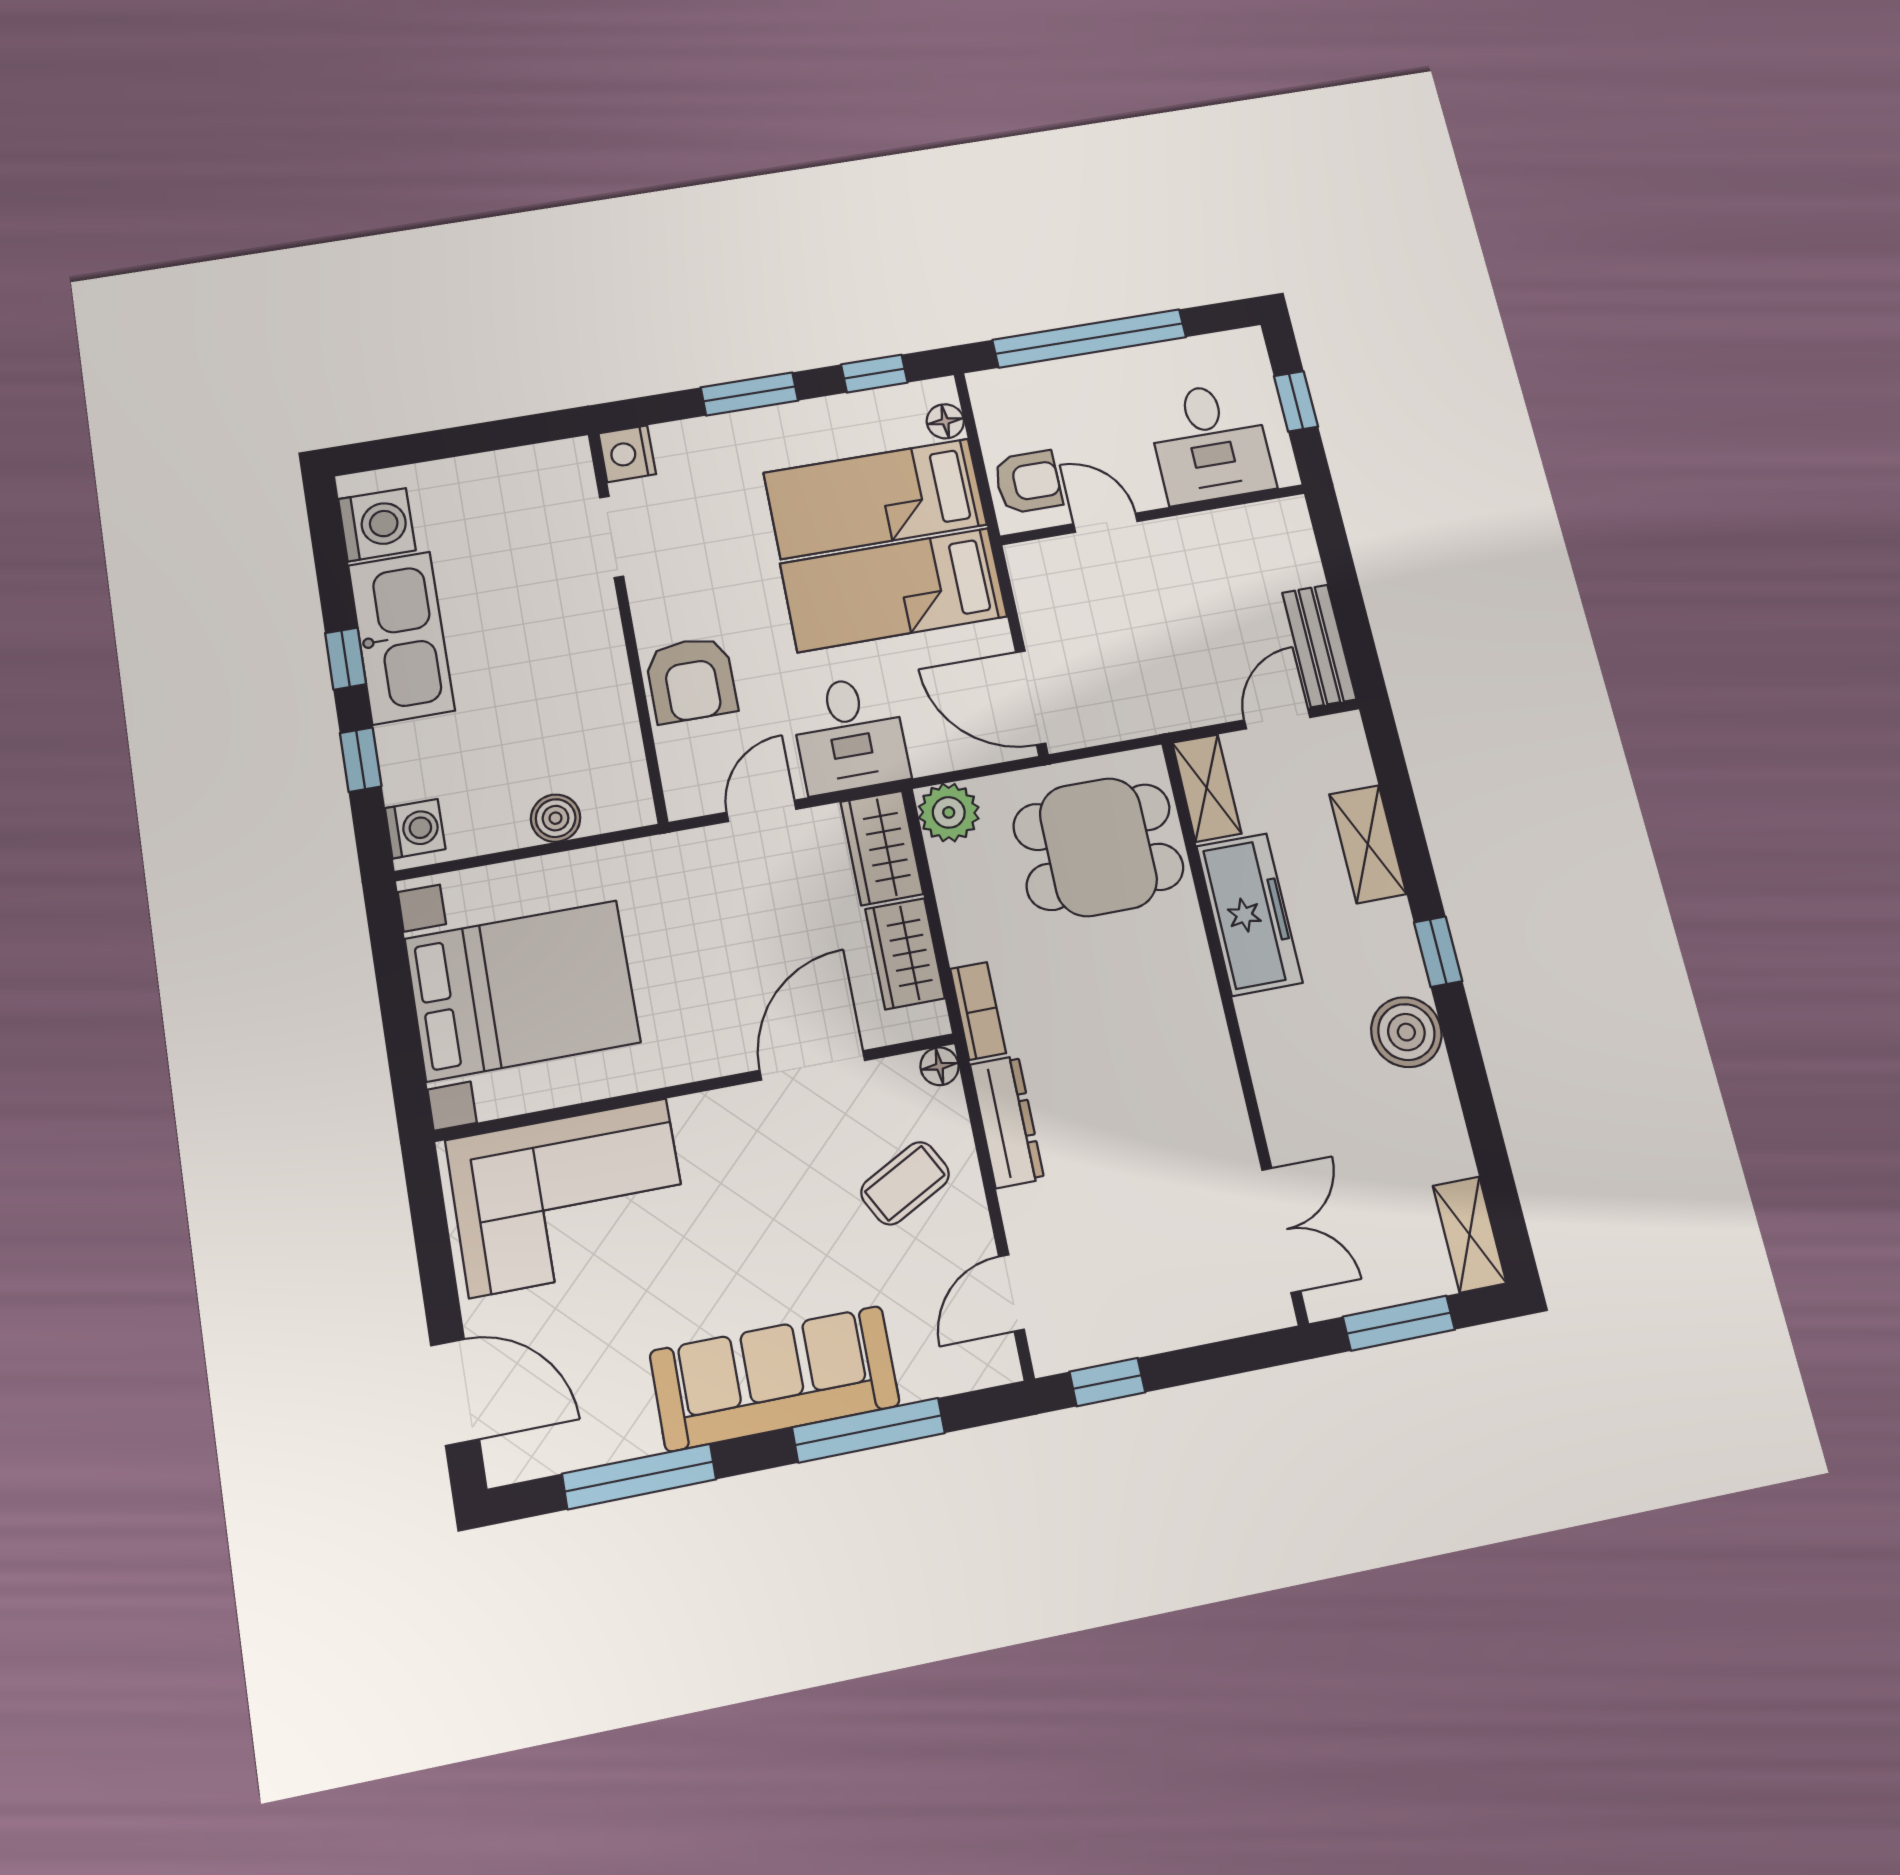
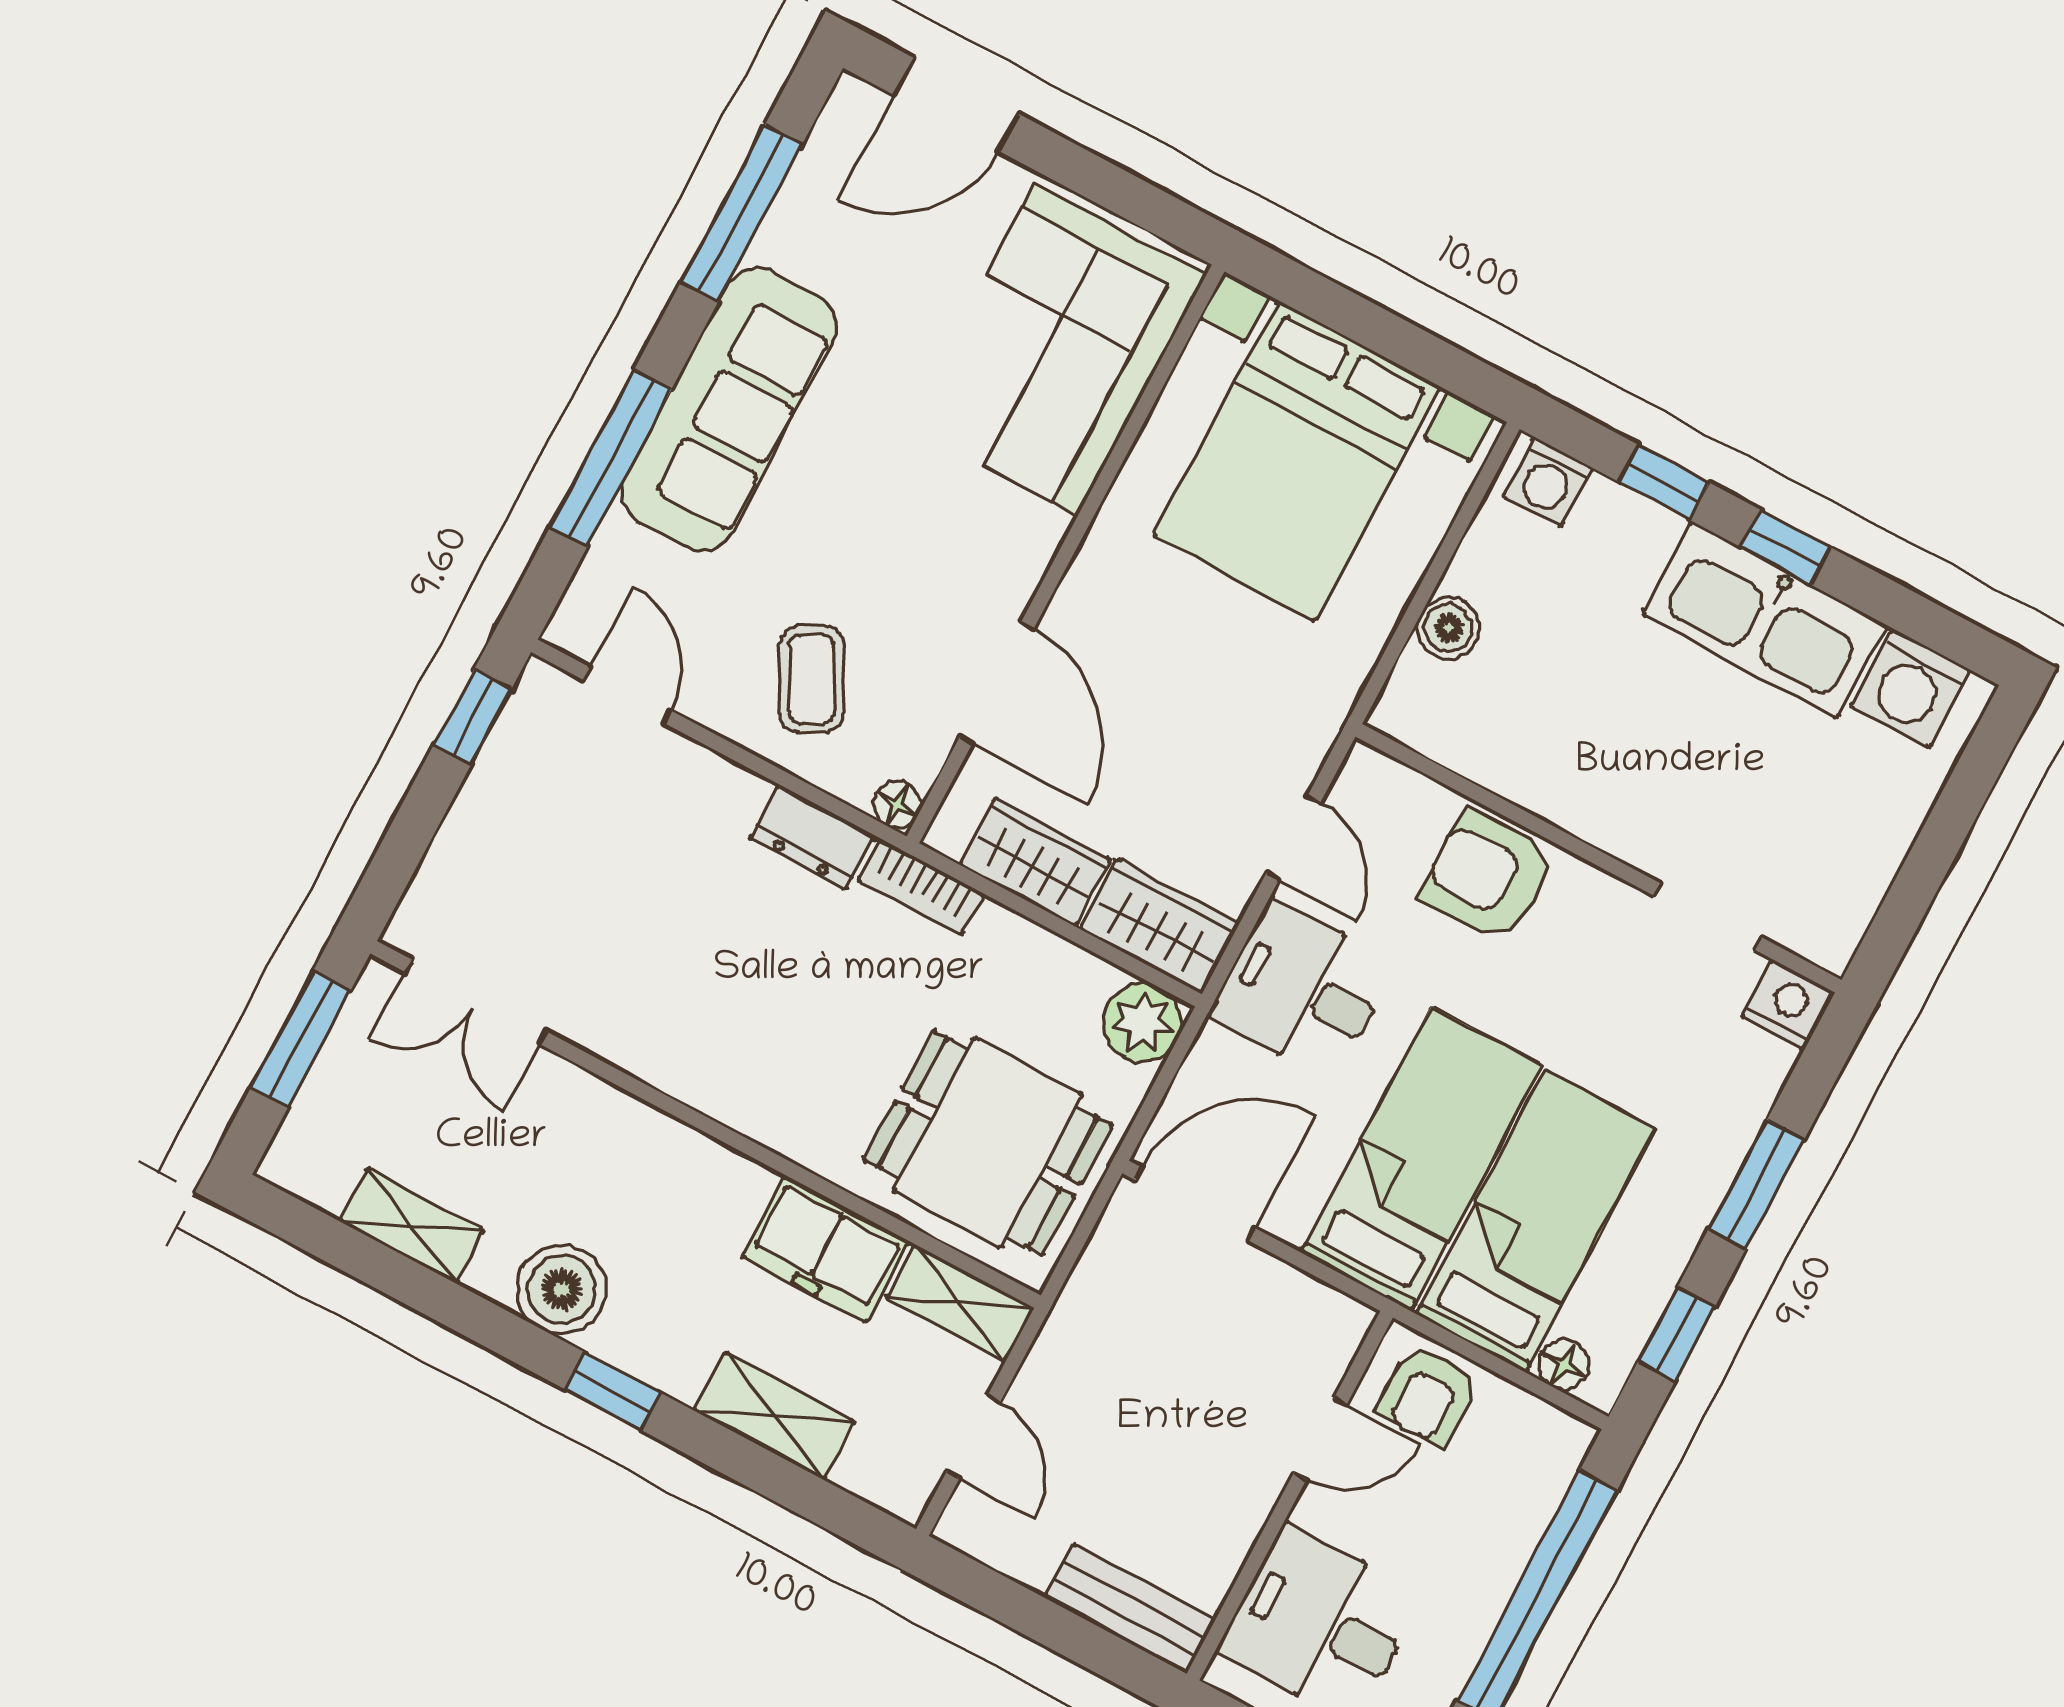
bench: (1319, 646) -> (1130, 1609), moved
dining table: (1098, 847) -> (988, 1143), turned 90
freezer: (1249, 914) -> (825, 1249), width x0.71
dresser: (1007, 1122) -> (812, 837), width x0.70
shelving: (1470, 1234) -> (412, 1226), moved

